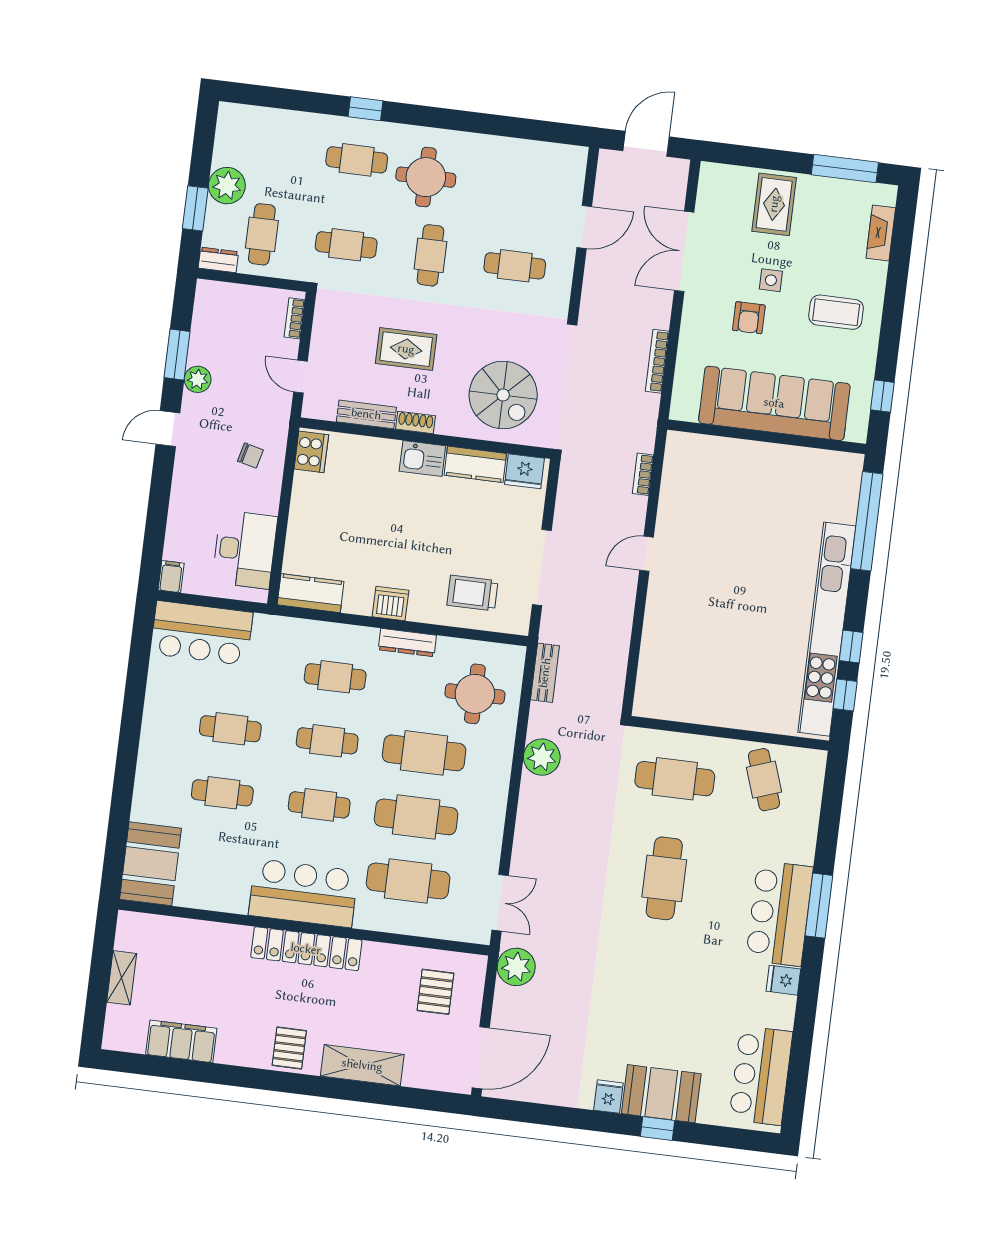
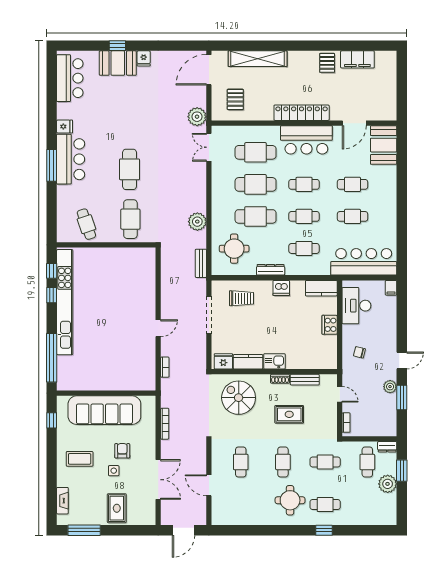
door: (584, 227) -> (209, 485), hinge flipped
cafe table: (515, 266) -> (241, 462), turned 90
cooker: (311, 452) -> (330, 325), moved
bar counter: (202, 633) -> (364, 262), width x1.36
cafe table: (675, 779) -> (130, 219), turned 90
door: (203, 915) -> (354, 123), added
shelving: (122, 978) -> (391, 87), removed
pallet: (289, 1048) -> (327, 63), moved
shelving: (362, 1065) -> (258, 59), width x1.47

